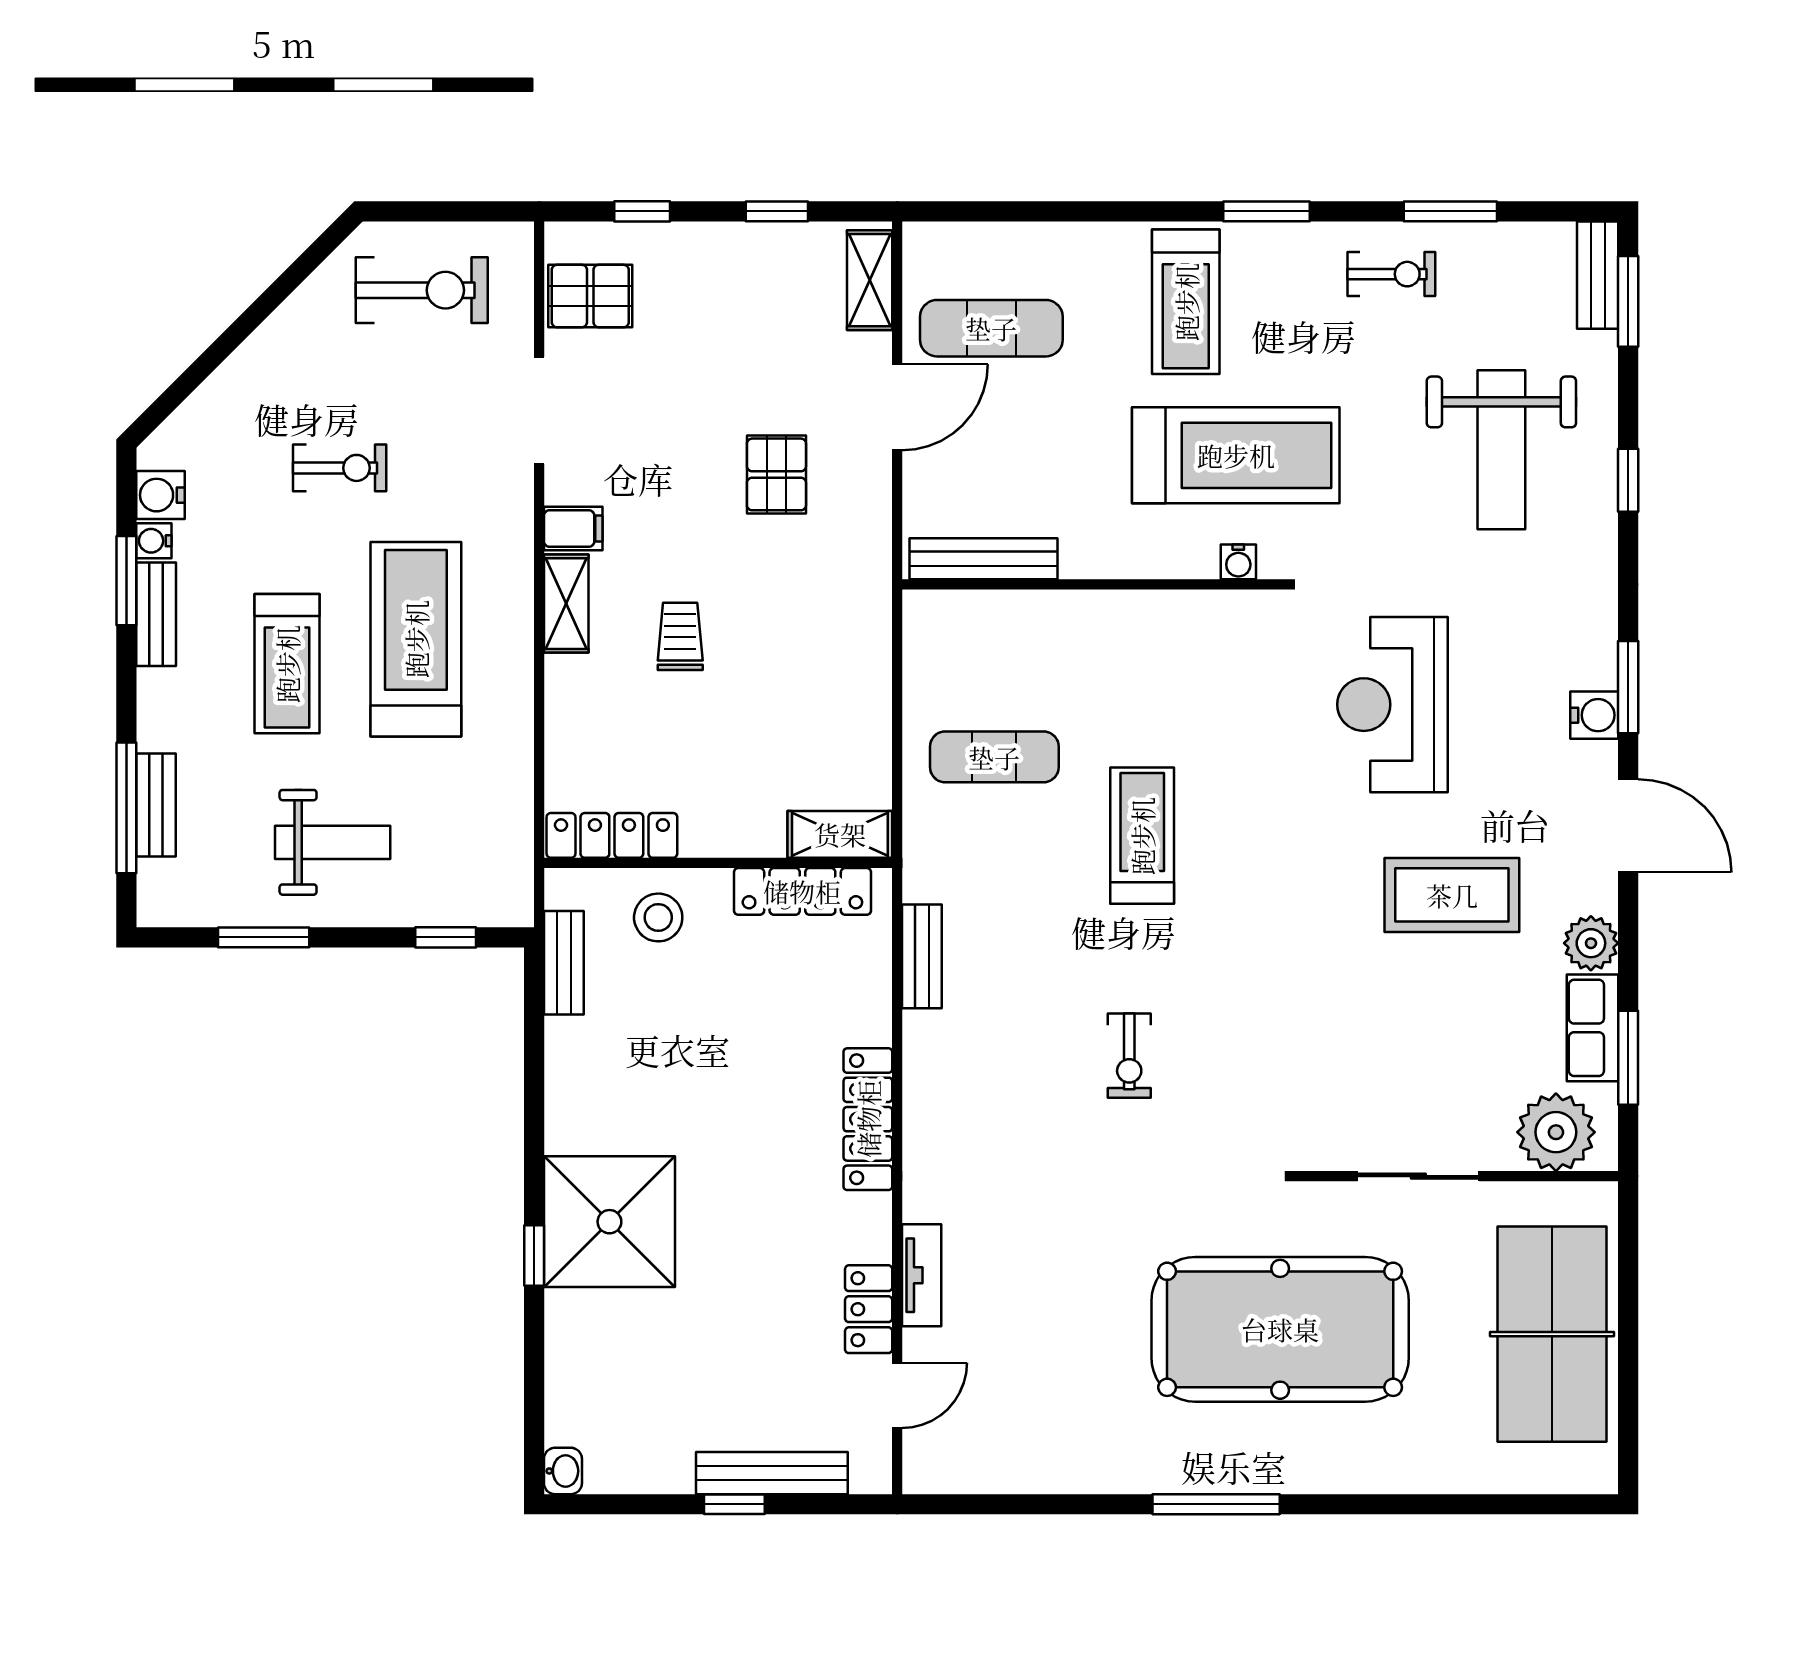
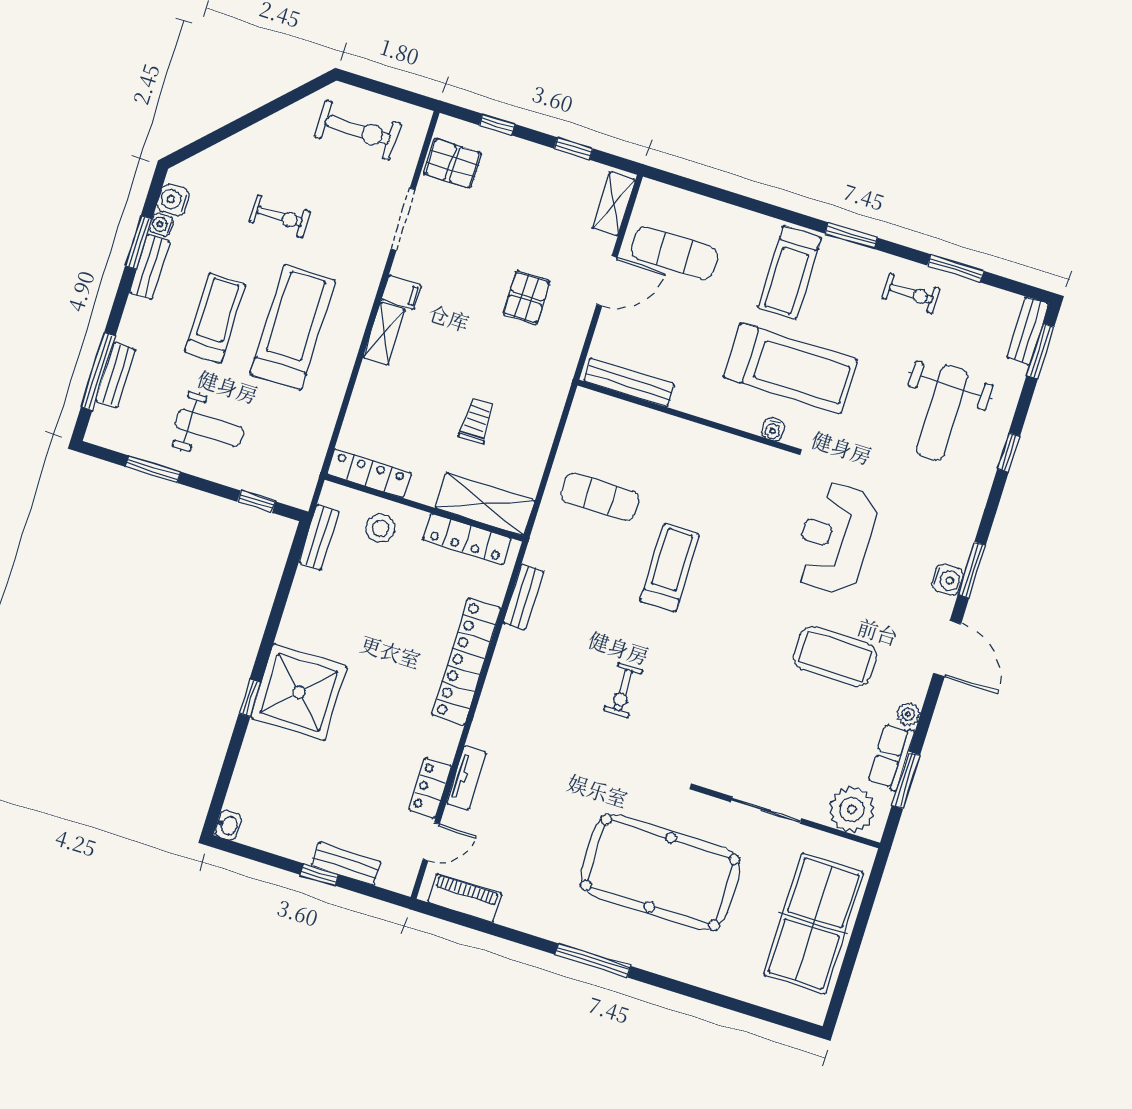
trolley: (680, 636) -> (477, 421), moved
treadmill: (287, 664) -> (215, 318), turned 180
shelving: (840, 834) -> (485, 504), width x1.50, depth x1.33
plant: (1591, 943) -> (908, 714), width x0.73, depth x0.73
locker: (868, 1119) -> (466, 662), width x1.41, depth x1.21
piano: (979, 1469) -> (465, 898), added
bench: (772, 1473) -> (346, 864), width x0.73

